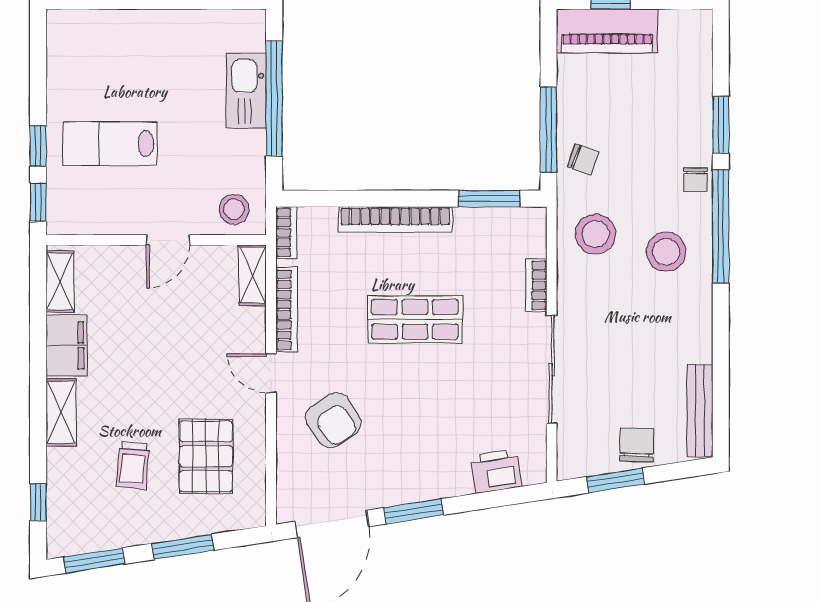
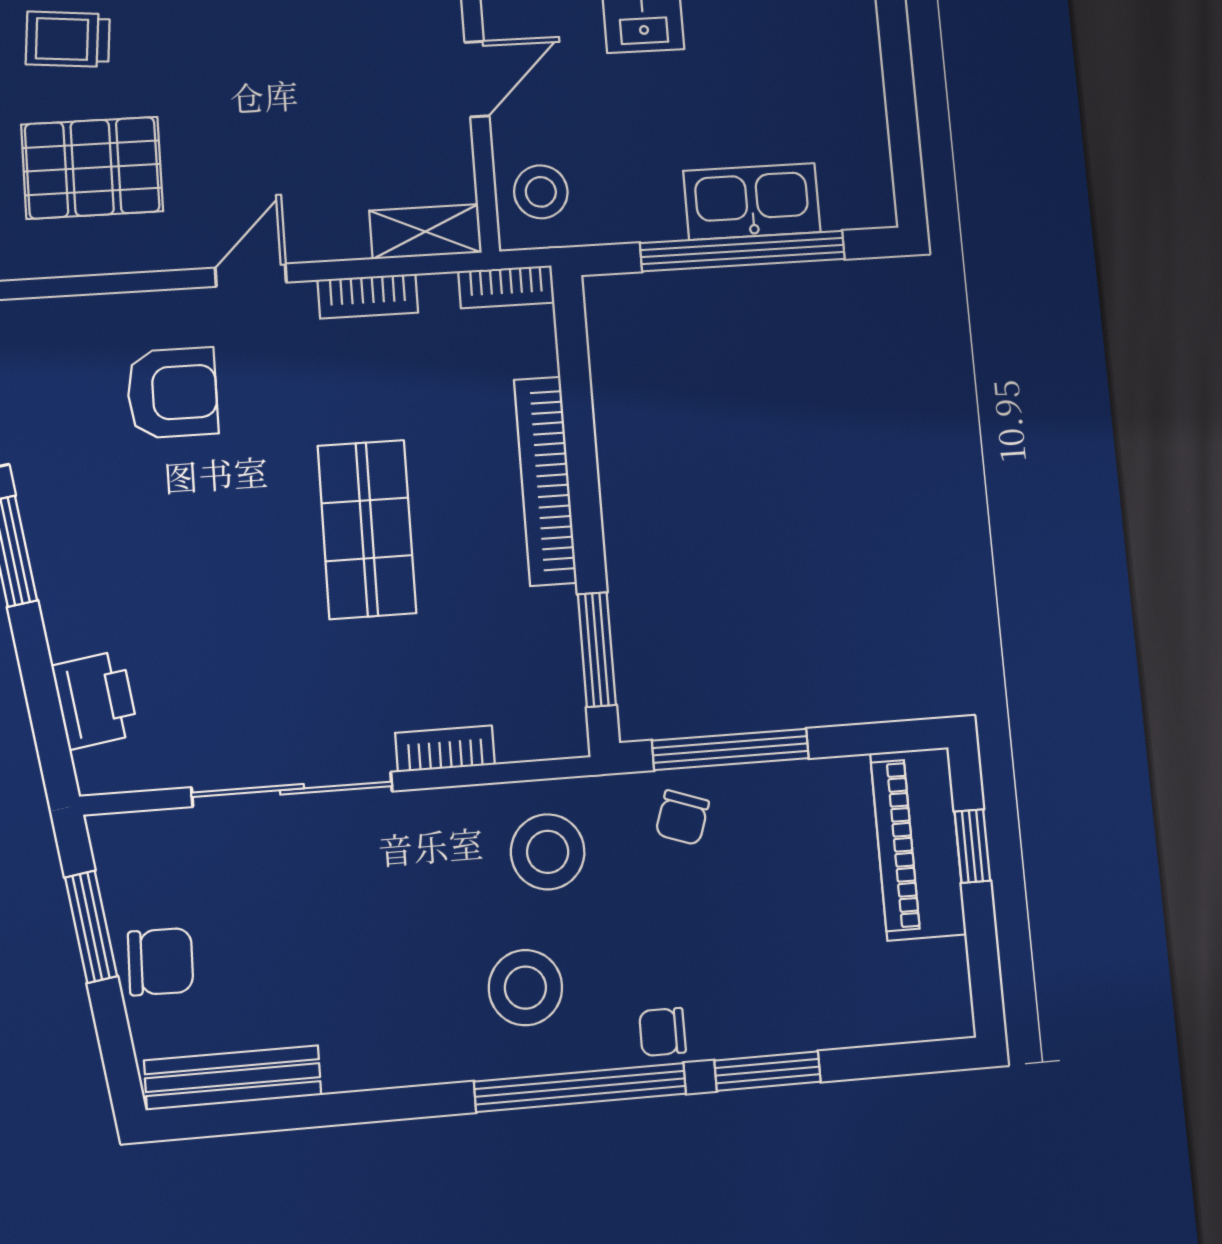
door: (168, 240) -> (477, 79), swing flipped
bookcase: (287, 310) -> (368, 296), width x0.64
armchair: (333, 420) -> (172, 393), turned -146

